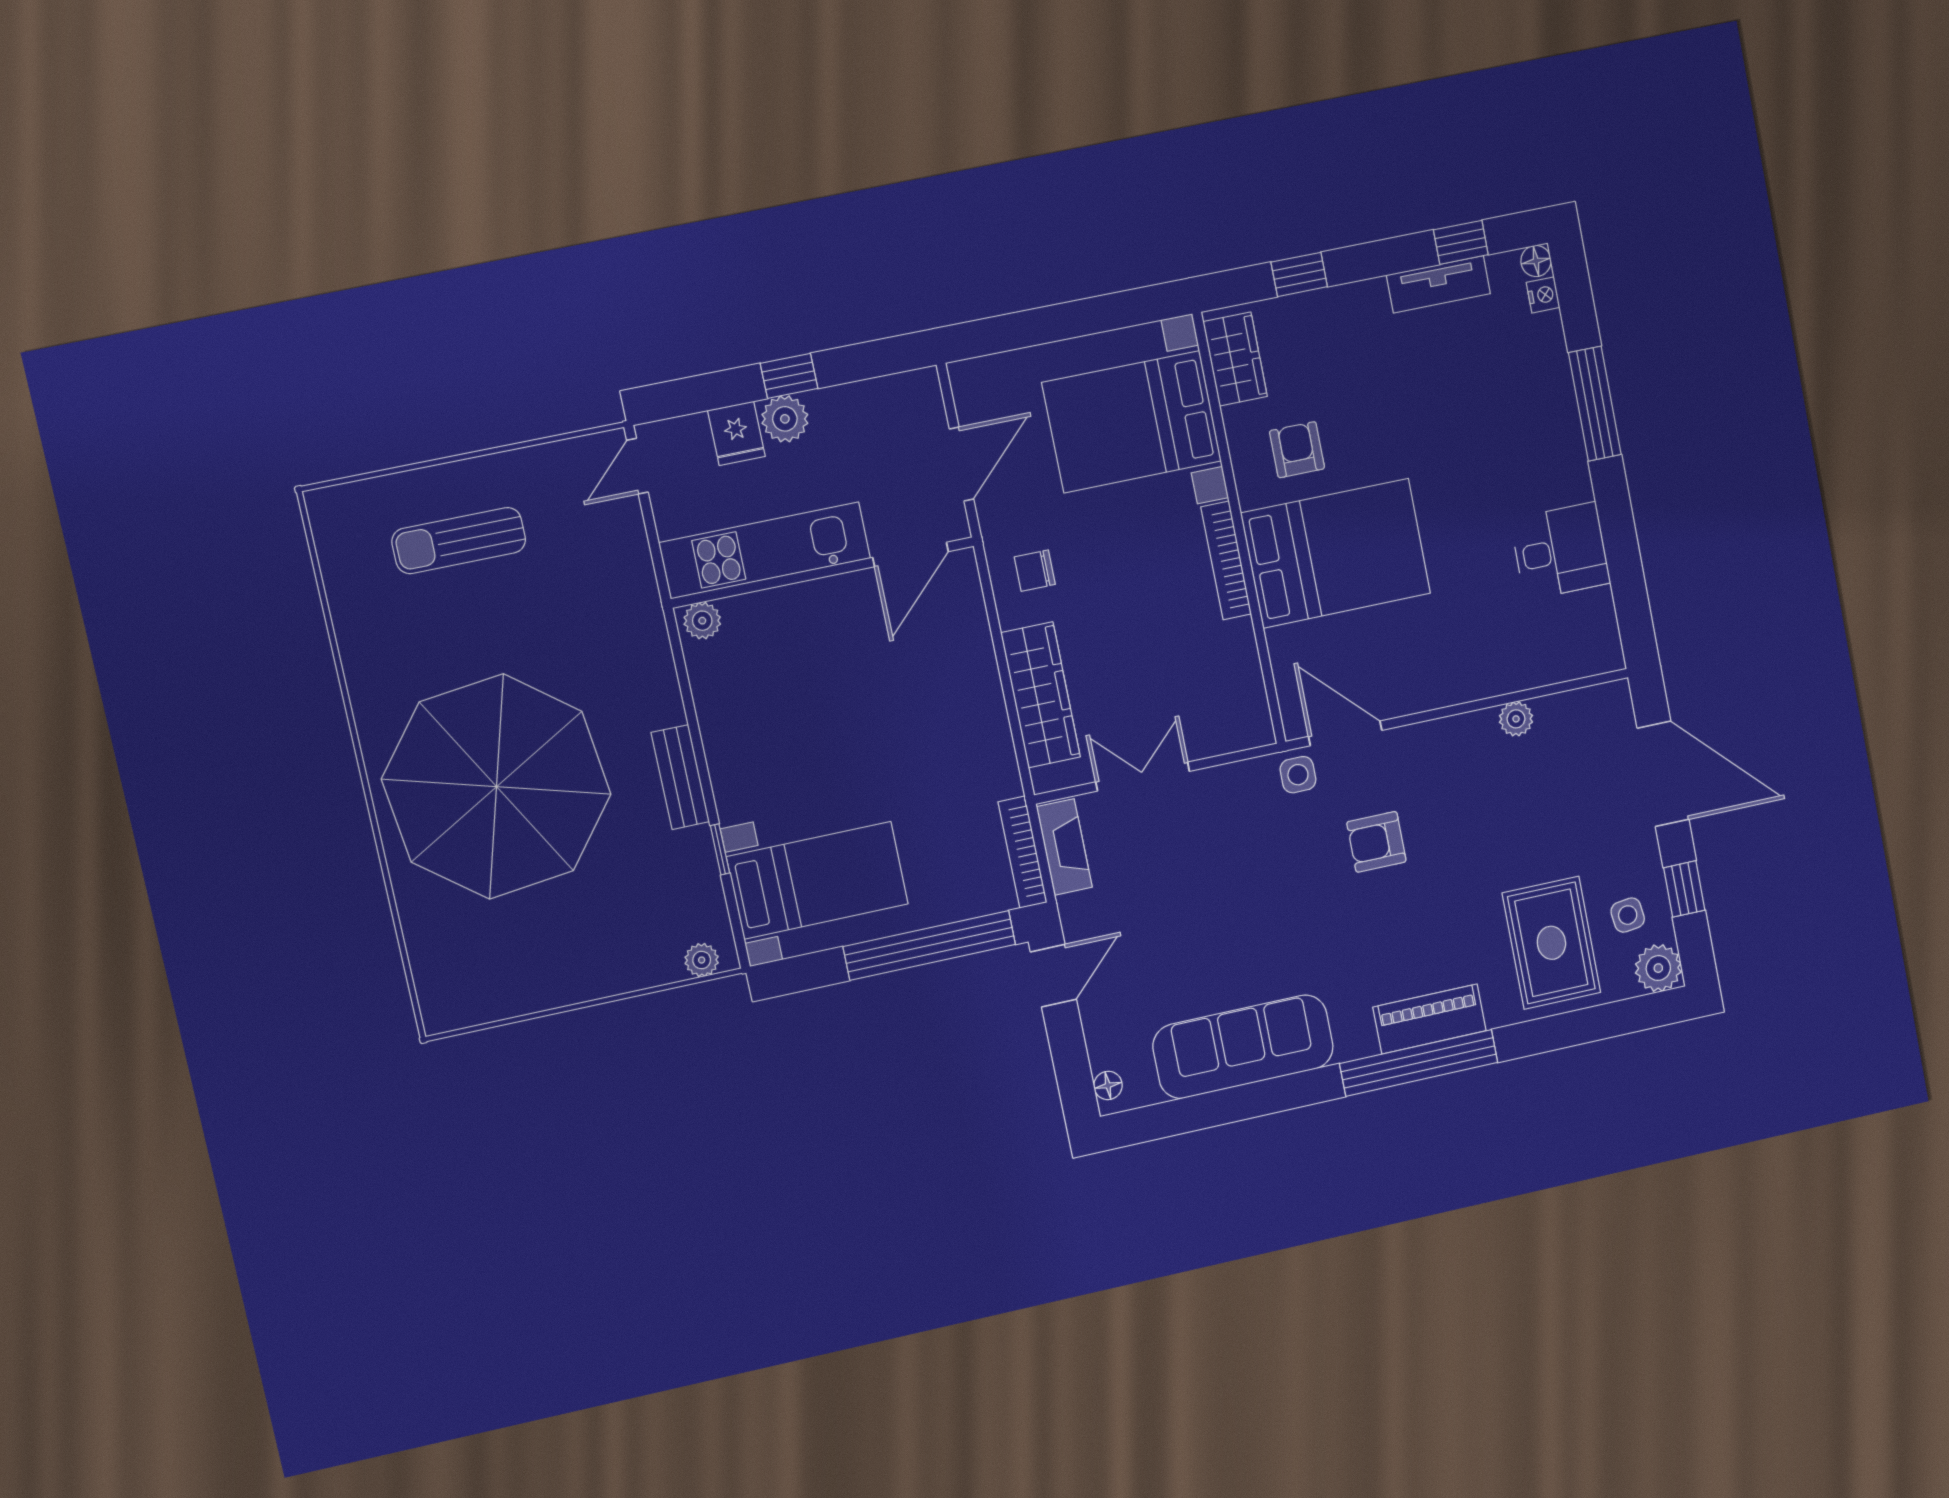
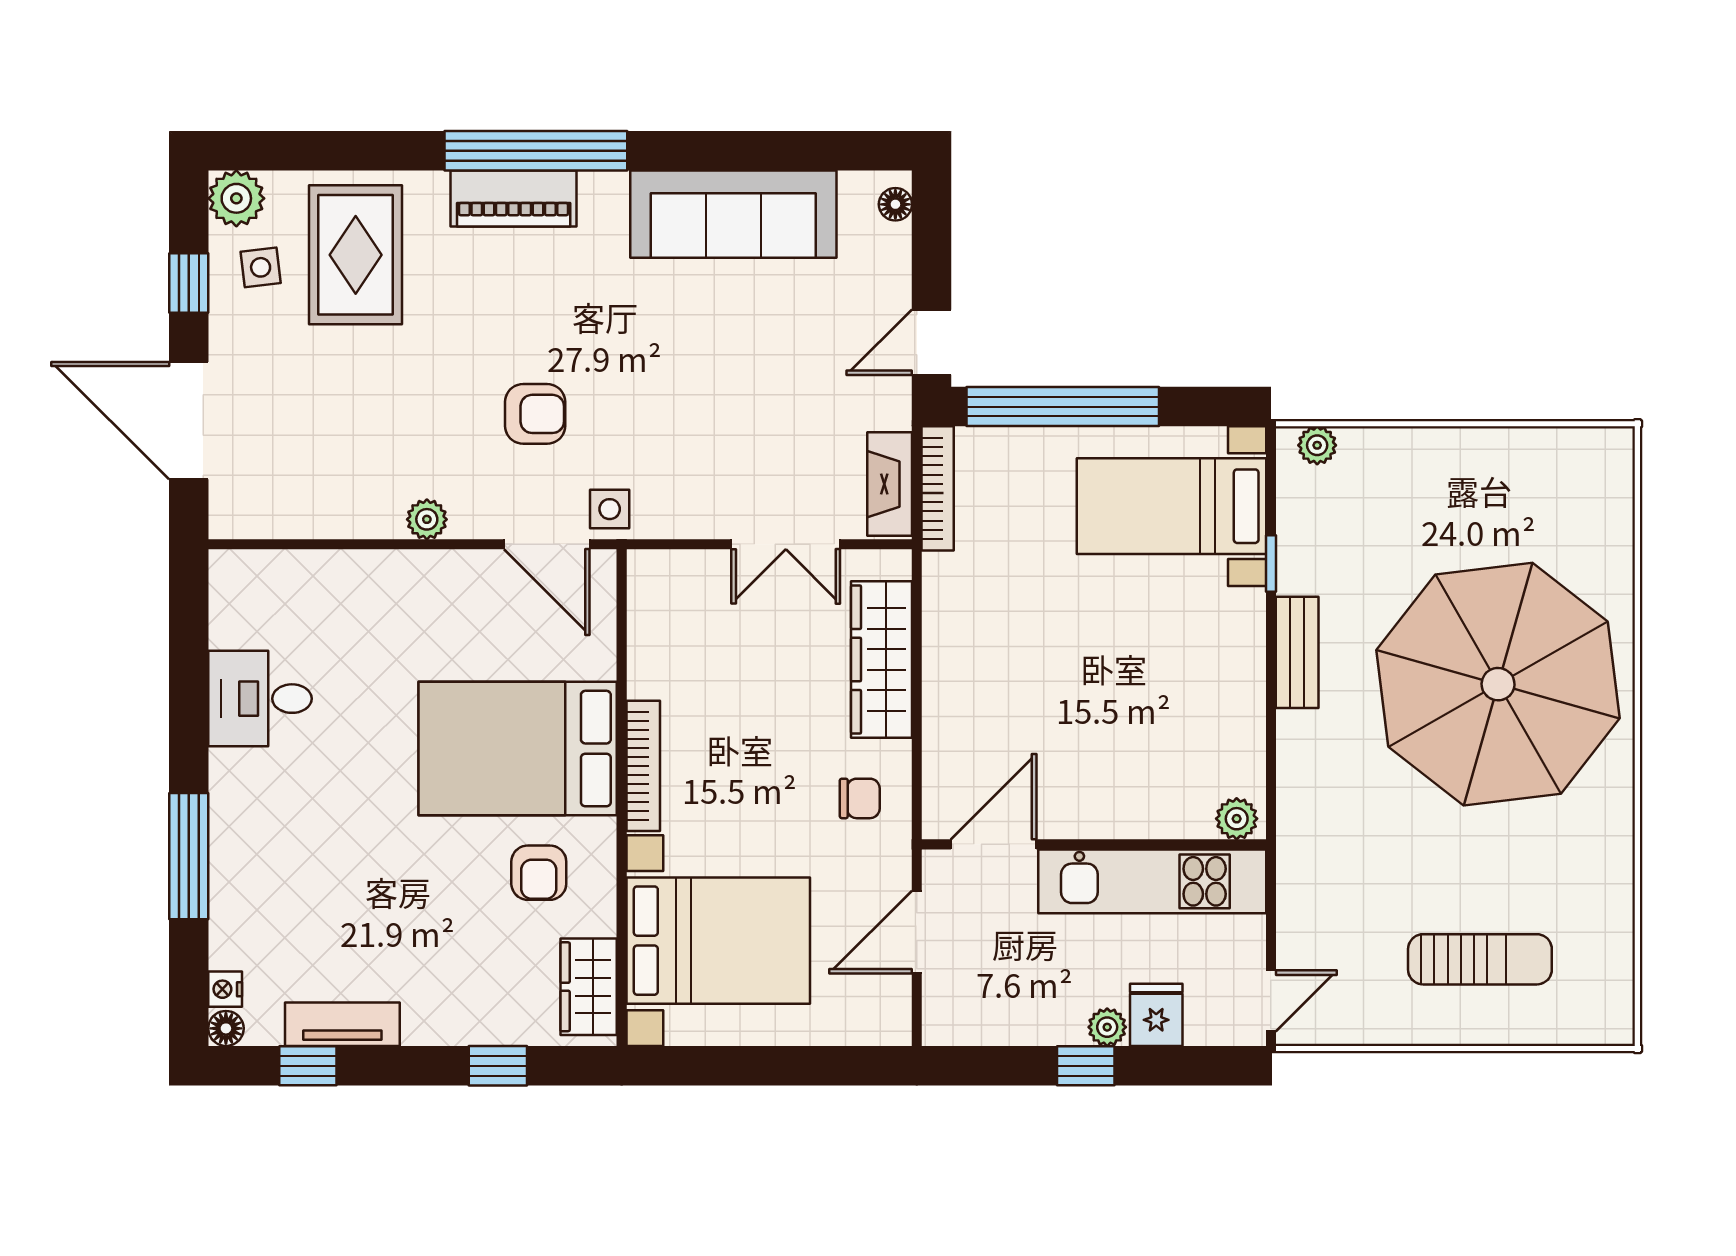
plant: (785, 419) -> (1107, 1027), width x0.73, depth x0.73
plant: (1516, 719) -> (427, 519), moved

